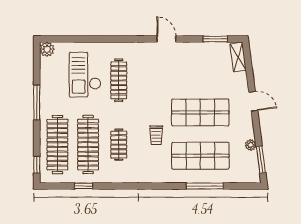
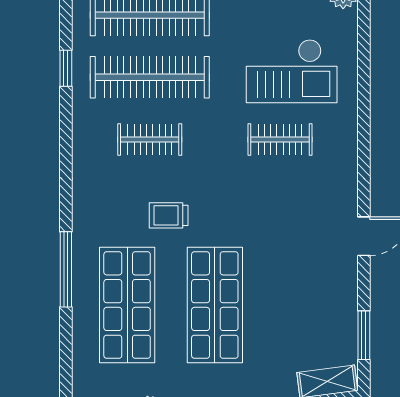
checkout: (85, 75) -> (292, 71), turned 180
clothes rail: (119, 80) -> (280, 139), width x0.73
window: (205, 186) -> (66, 269), moved

